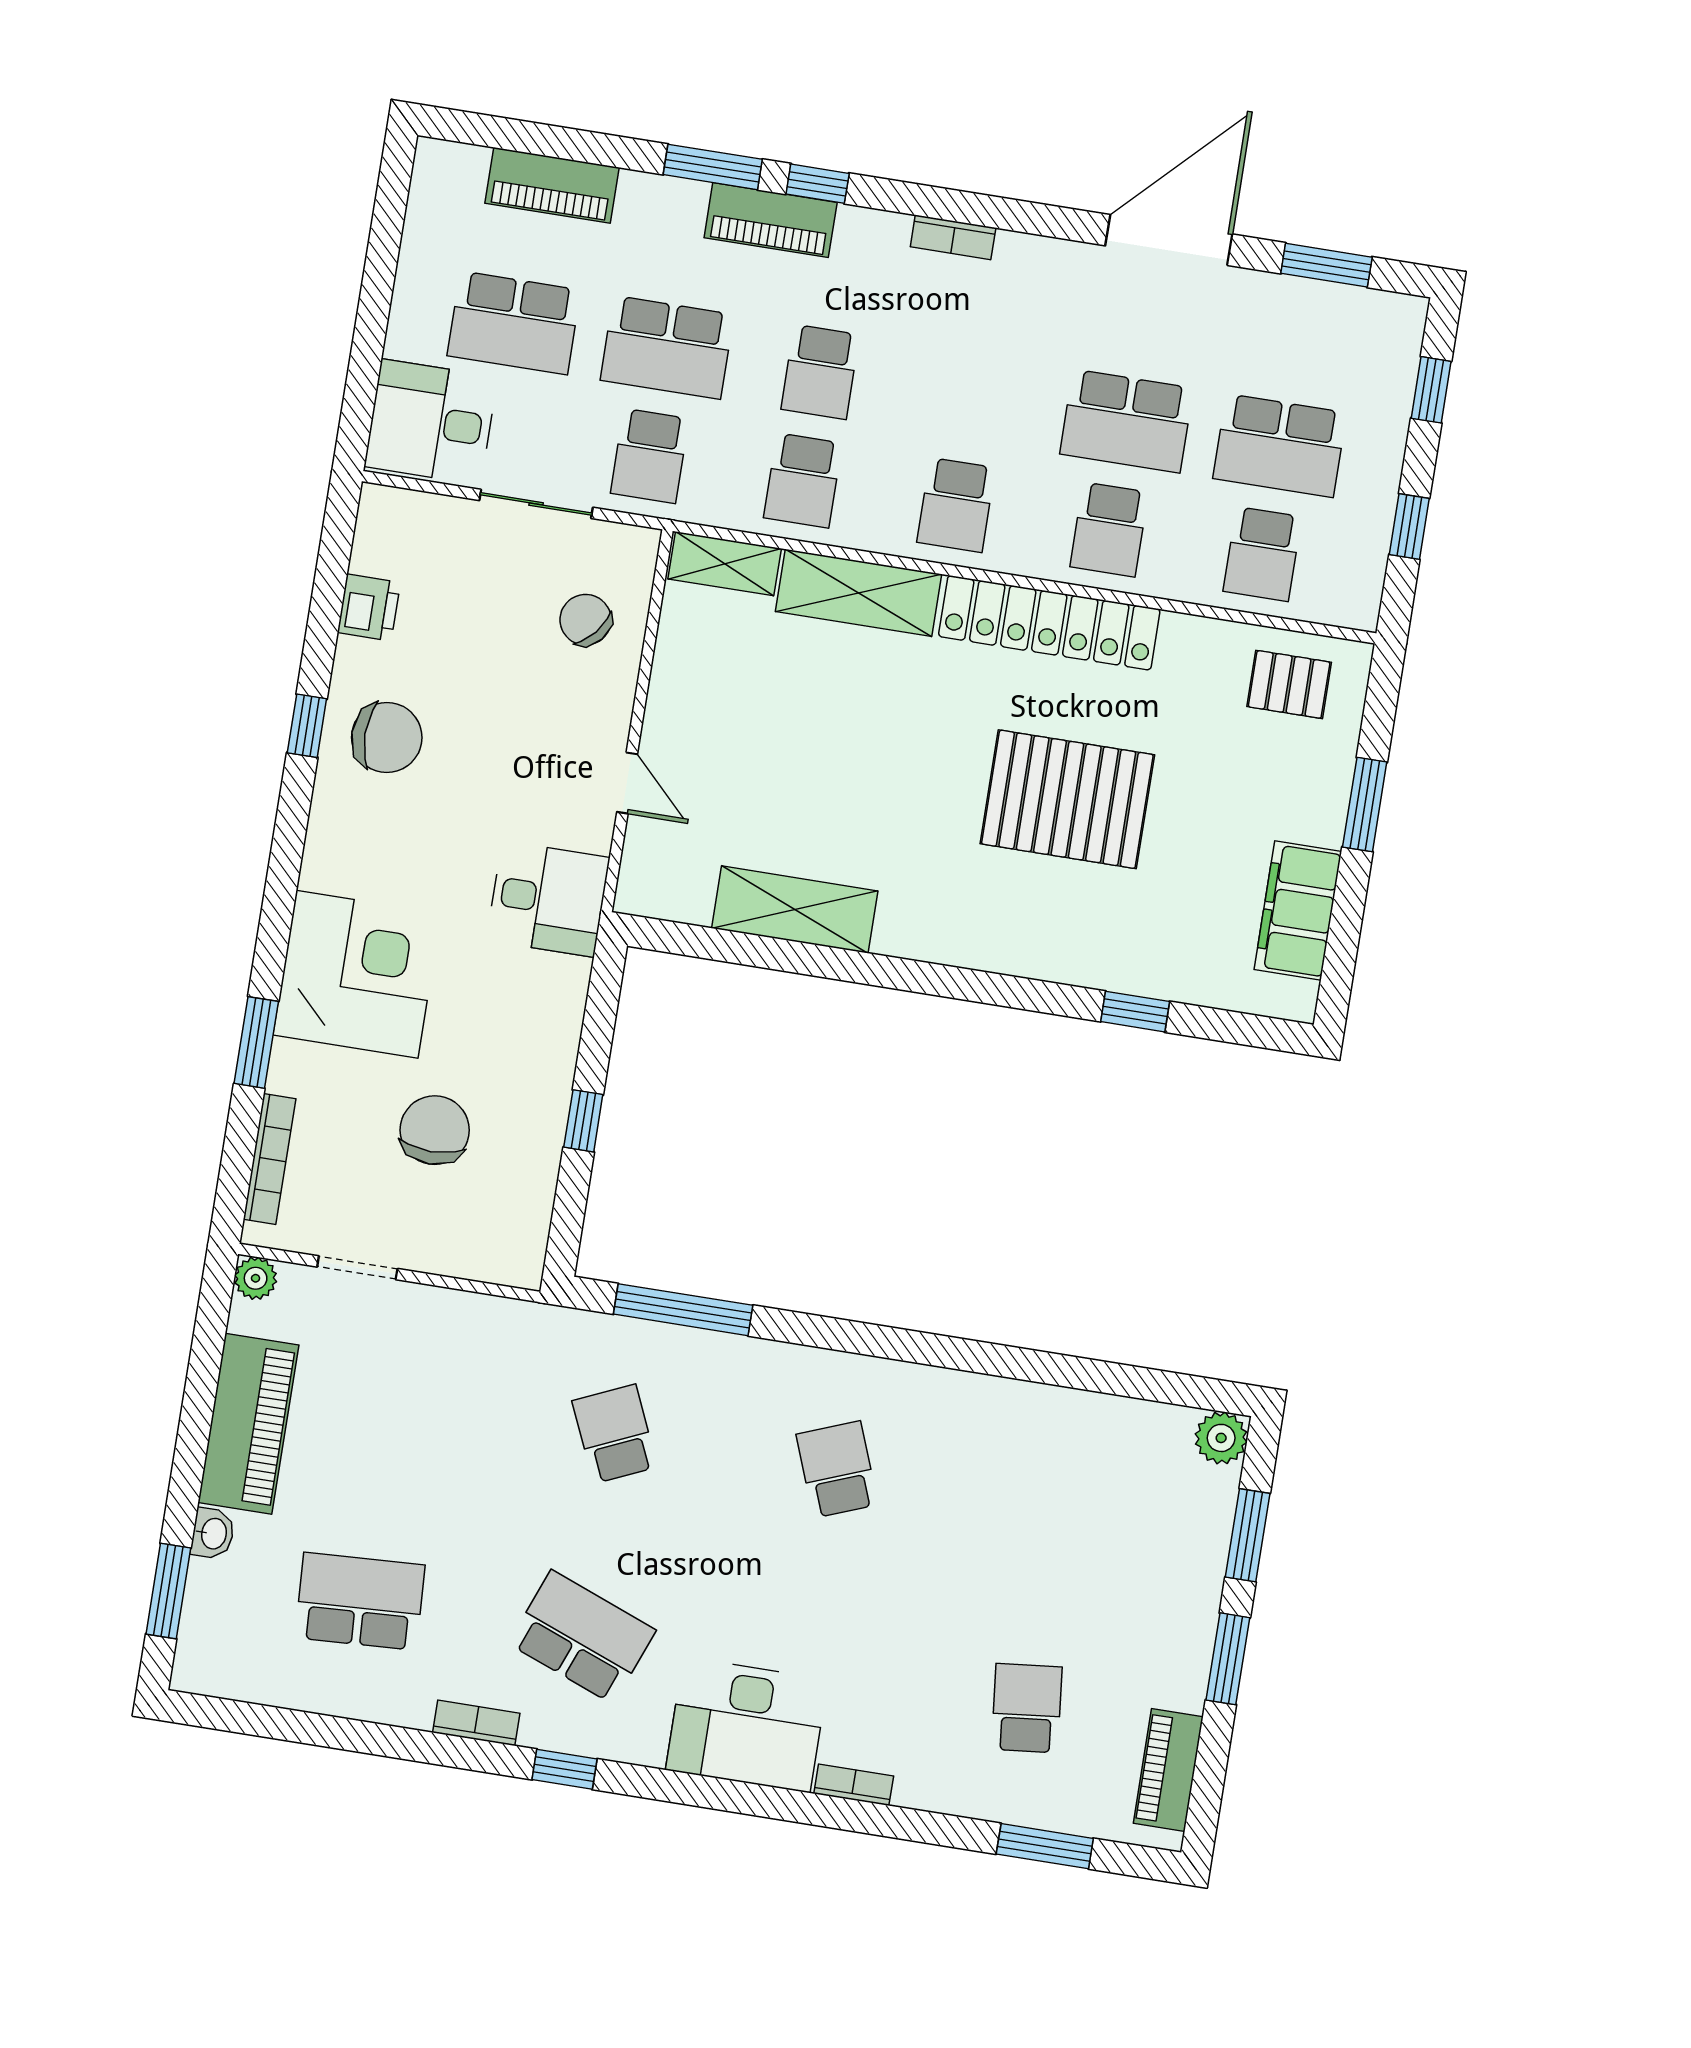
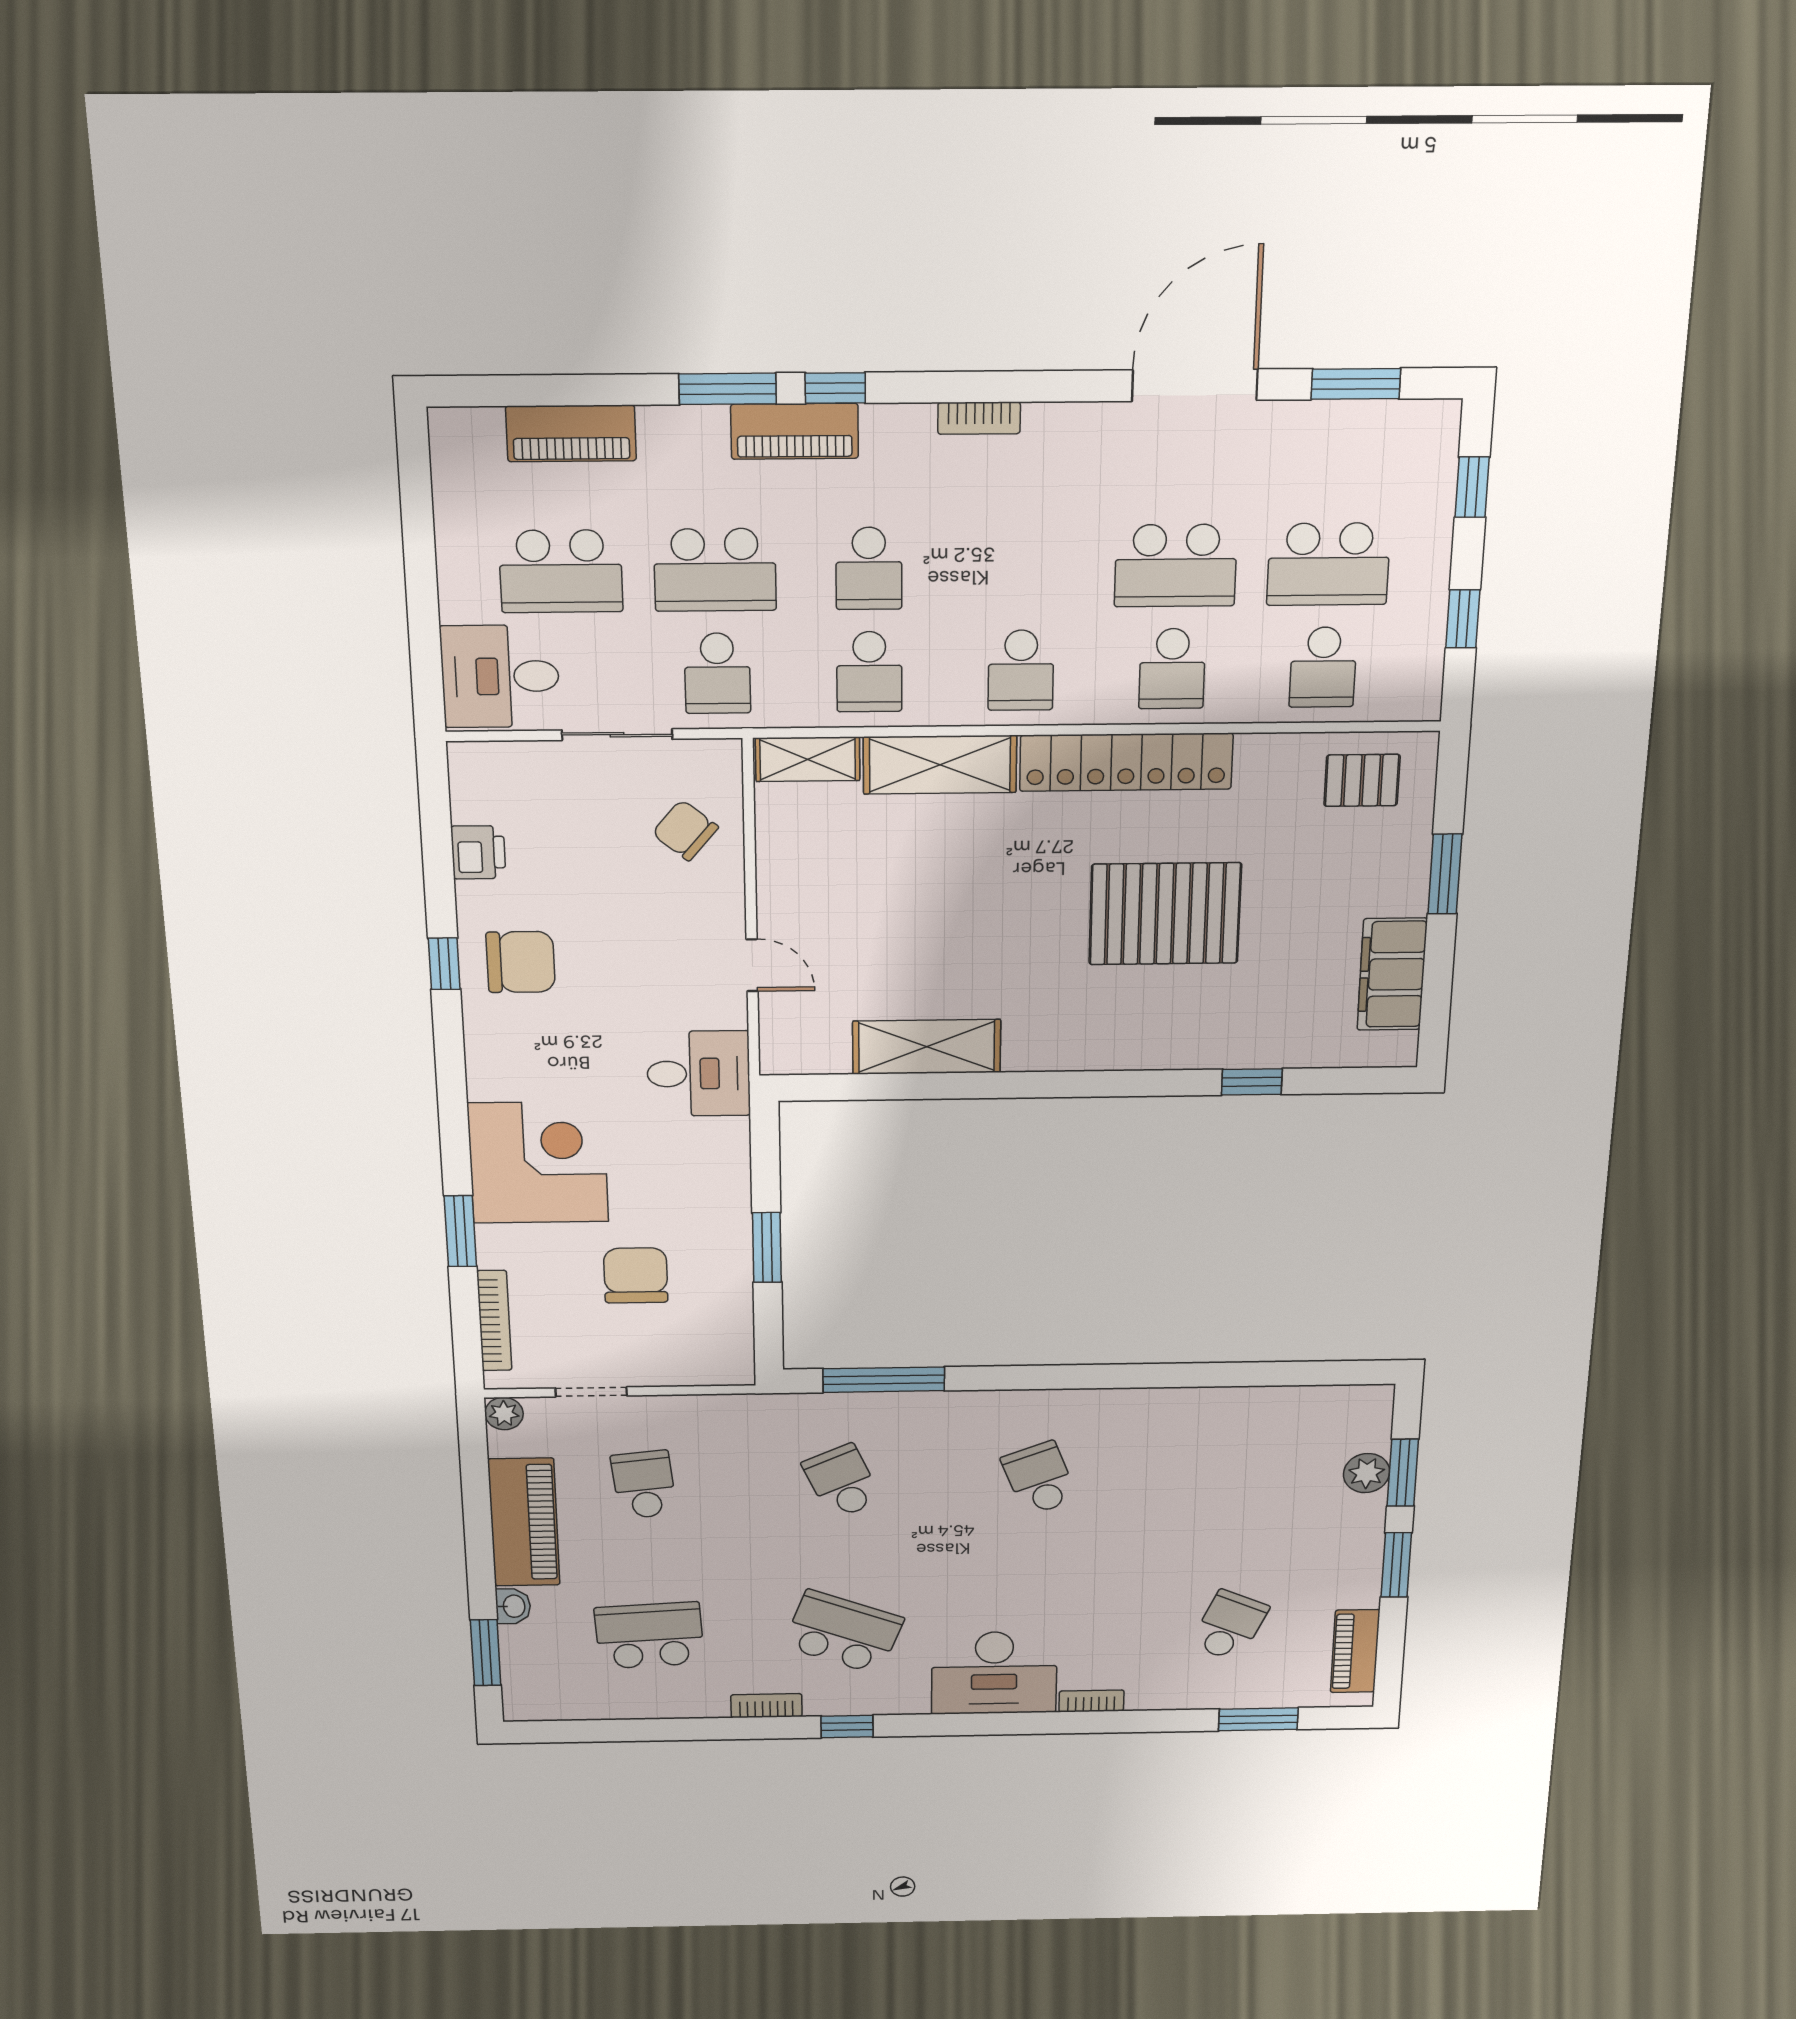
window: (583, 1121) -> (767, 1248), width x1.50
school desk: (392, 1398) -> (644, 1485), added
plant: (1221, 1438) -> (1367, 1473), moved
school desk: (1027, 1708) -> (1229, 1626), turned 30

